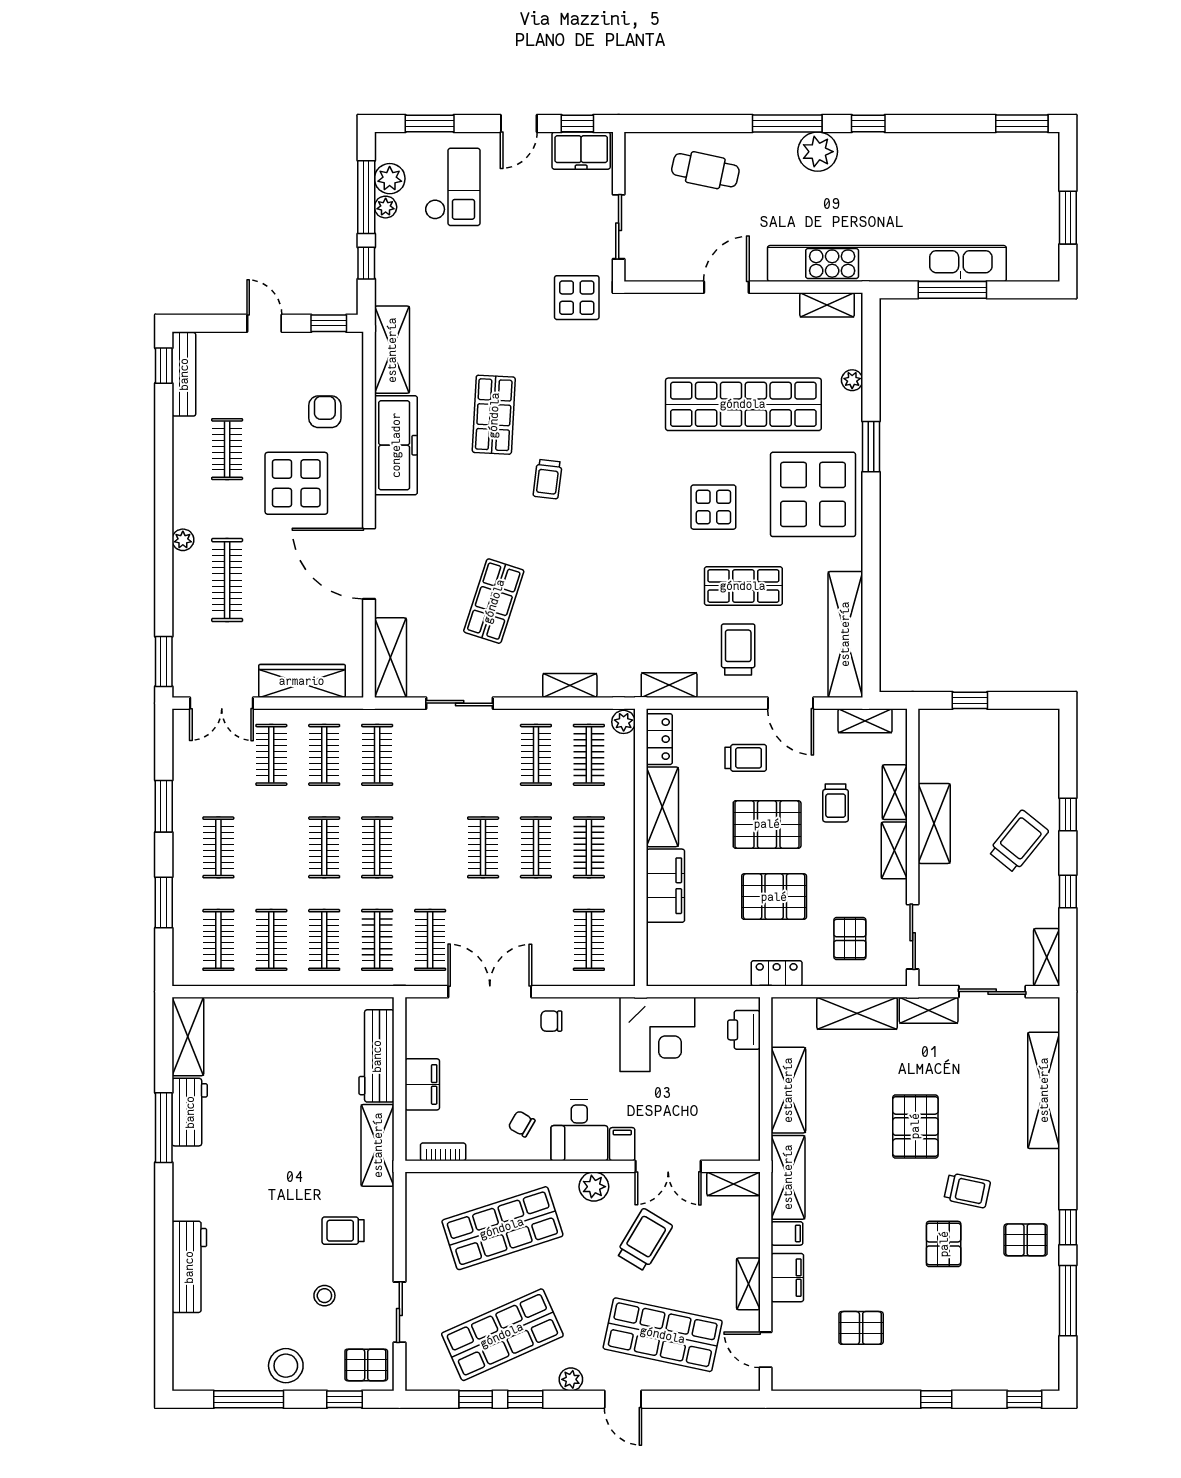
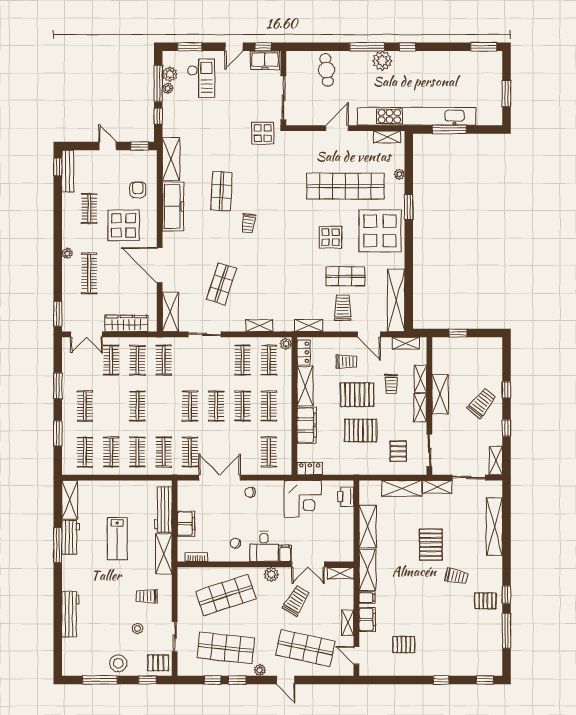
cafe table: (705, 170) -> (327, 70), turned 72
sliding door: (619, 227) -> (283, 98), width x1.37
clothes rail: (377, 847) -> (190, 406), moved
locker: (777, 973) -> (310, 469), moved
lab bench: (284, 1115) -> (117, 539), added
pallet: (944, 1244) -> (445, 603), removed
shop shelf: (502, 1335) -> (226, 648), turned 30

